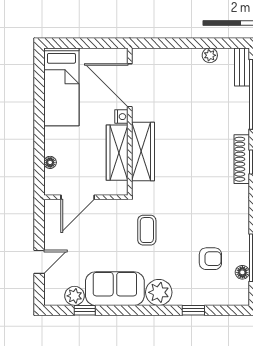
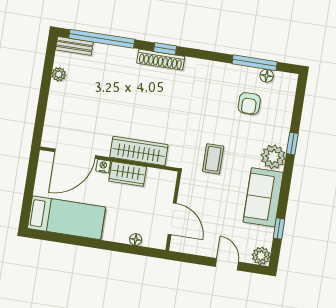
wardrobe: (117, 153) -> (128, 174), width x0.67
coffee table: (147, 230) -> (213, 159), turned 90
armchair: (210, 259) -> (249, 104), turned 180
plant: (74, 296) -> (261, 256), moved
window: (193, 310) -> (292, 144), moved

